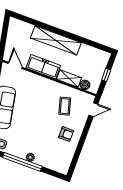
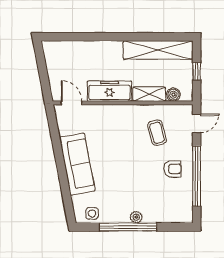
shelving: (56, 40) -> (158, 50), moved
window: (80, 145) -> (197, 176), added

